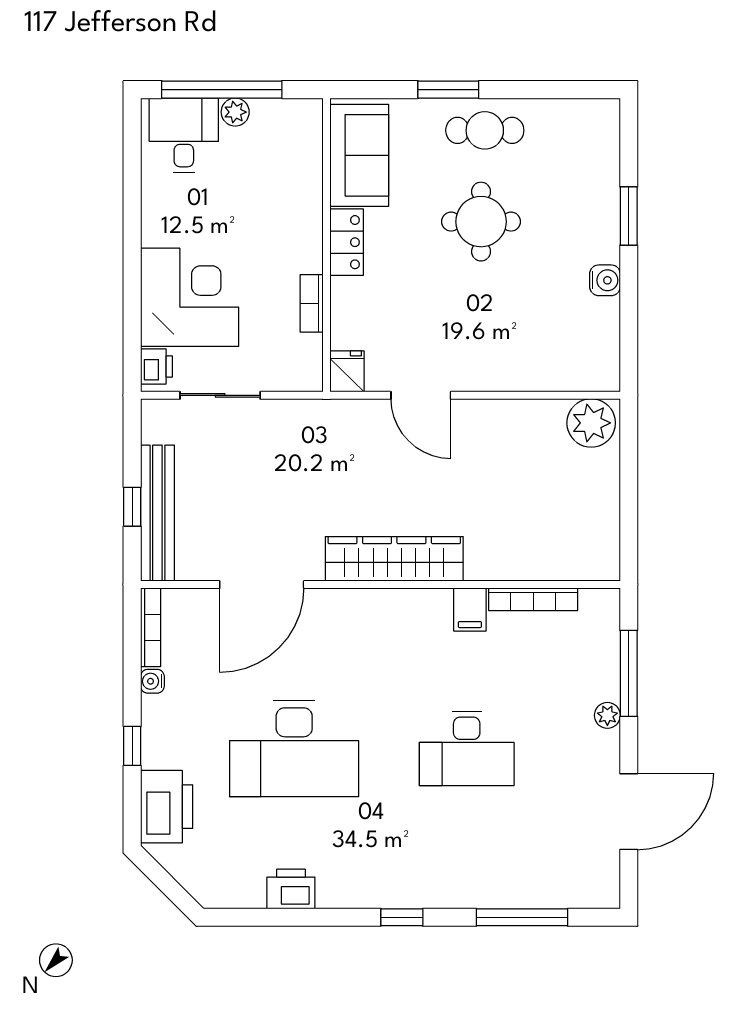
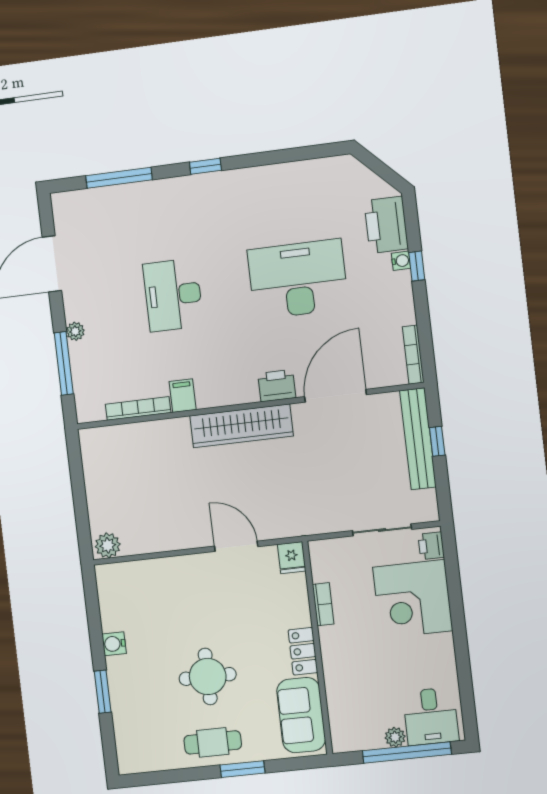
plant: (591, 423) -> (108, 545), width x0.73, depth x0.73
water cooler: (152, 681) -> (401, 261), moved
desk: (467, 748) -> (173, 295), turned -90
printer: (291, 889) -> (277, 386), moved, turned 180

